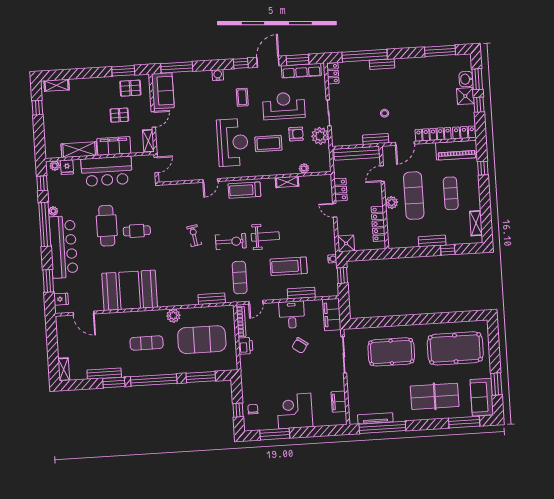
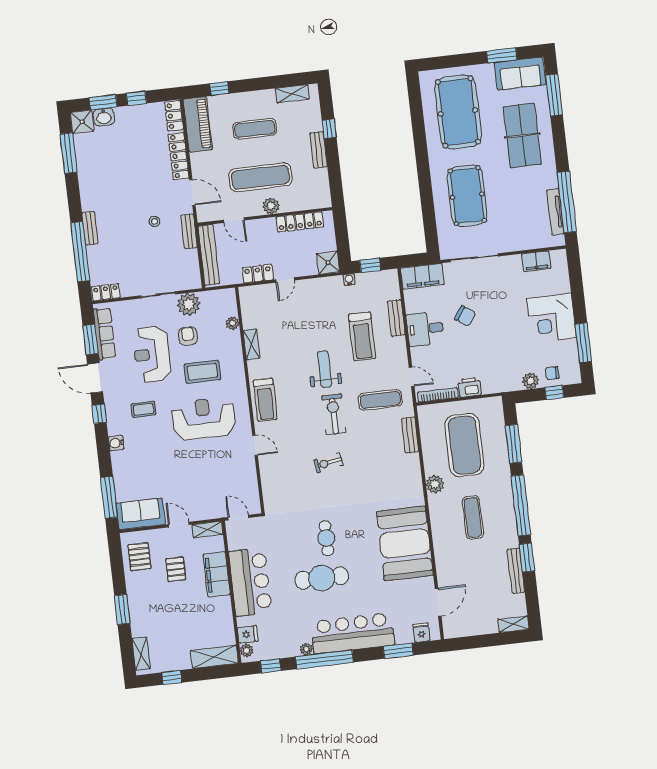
window: (123, 71) -> (122, 609), moved
shower: (465, 96) -> (82, 122), moved
coffee table: (268, 144) -> (202, 372), turned 90
shelving: (79, 150) -> (214, 657), moved, turned 90
plant: (248, 392) -> (531, 381), added

